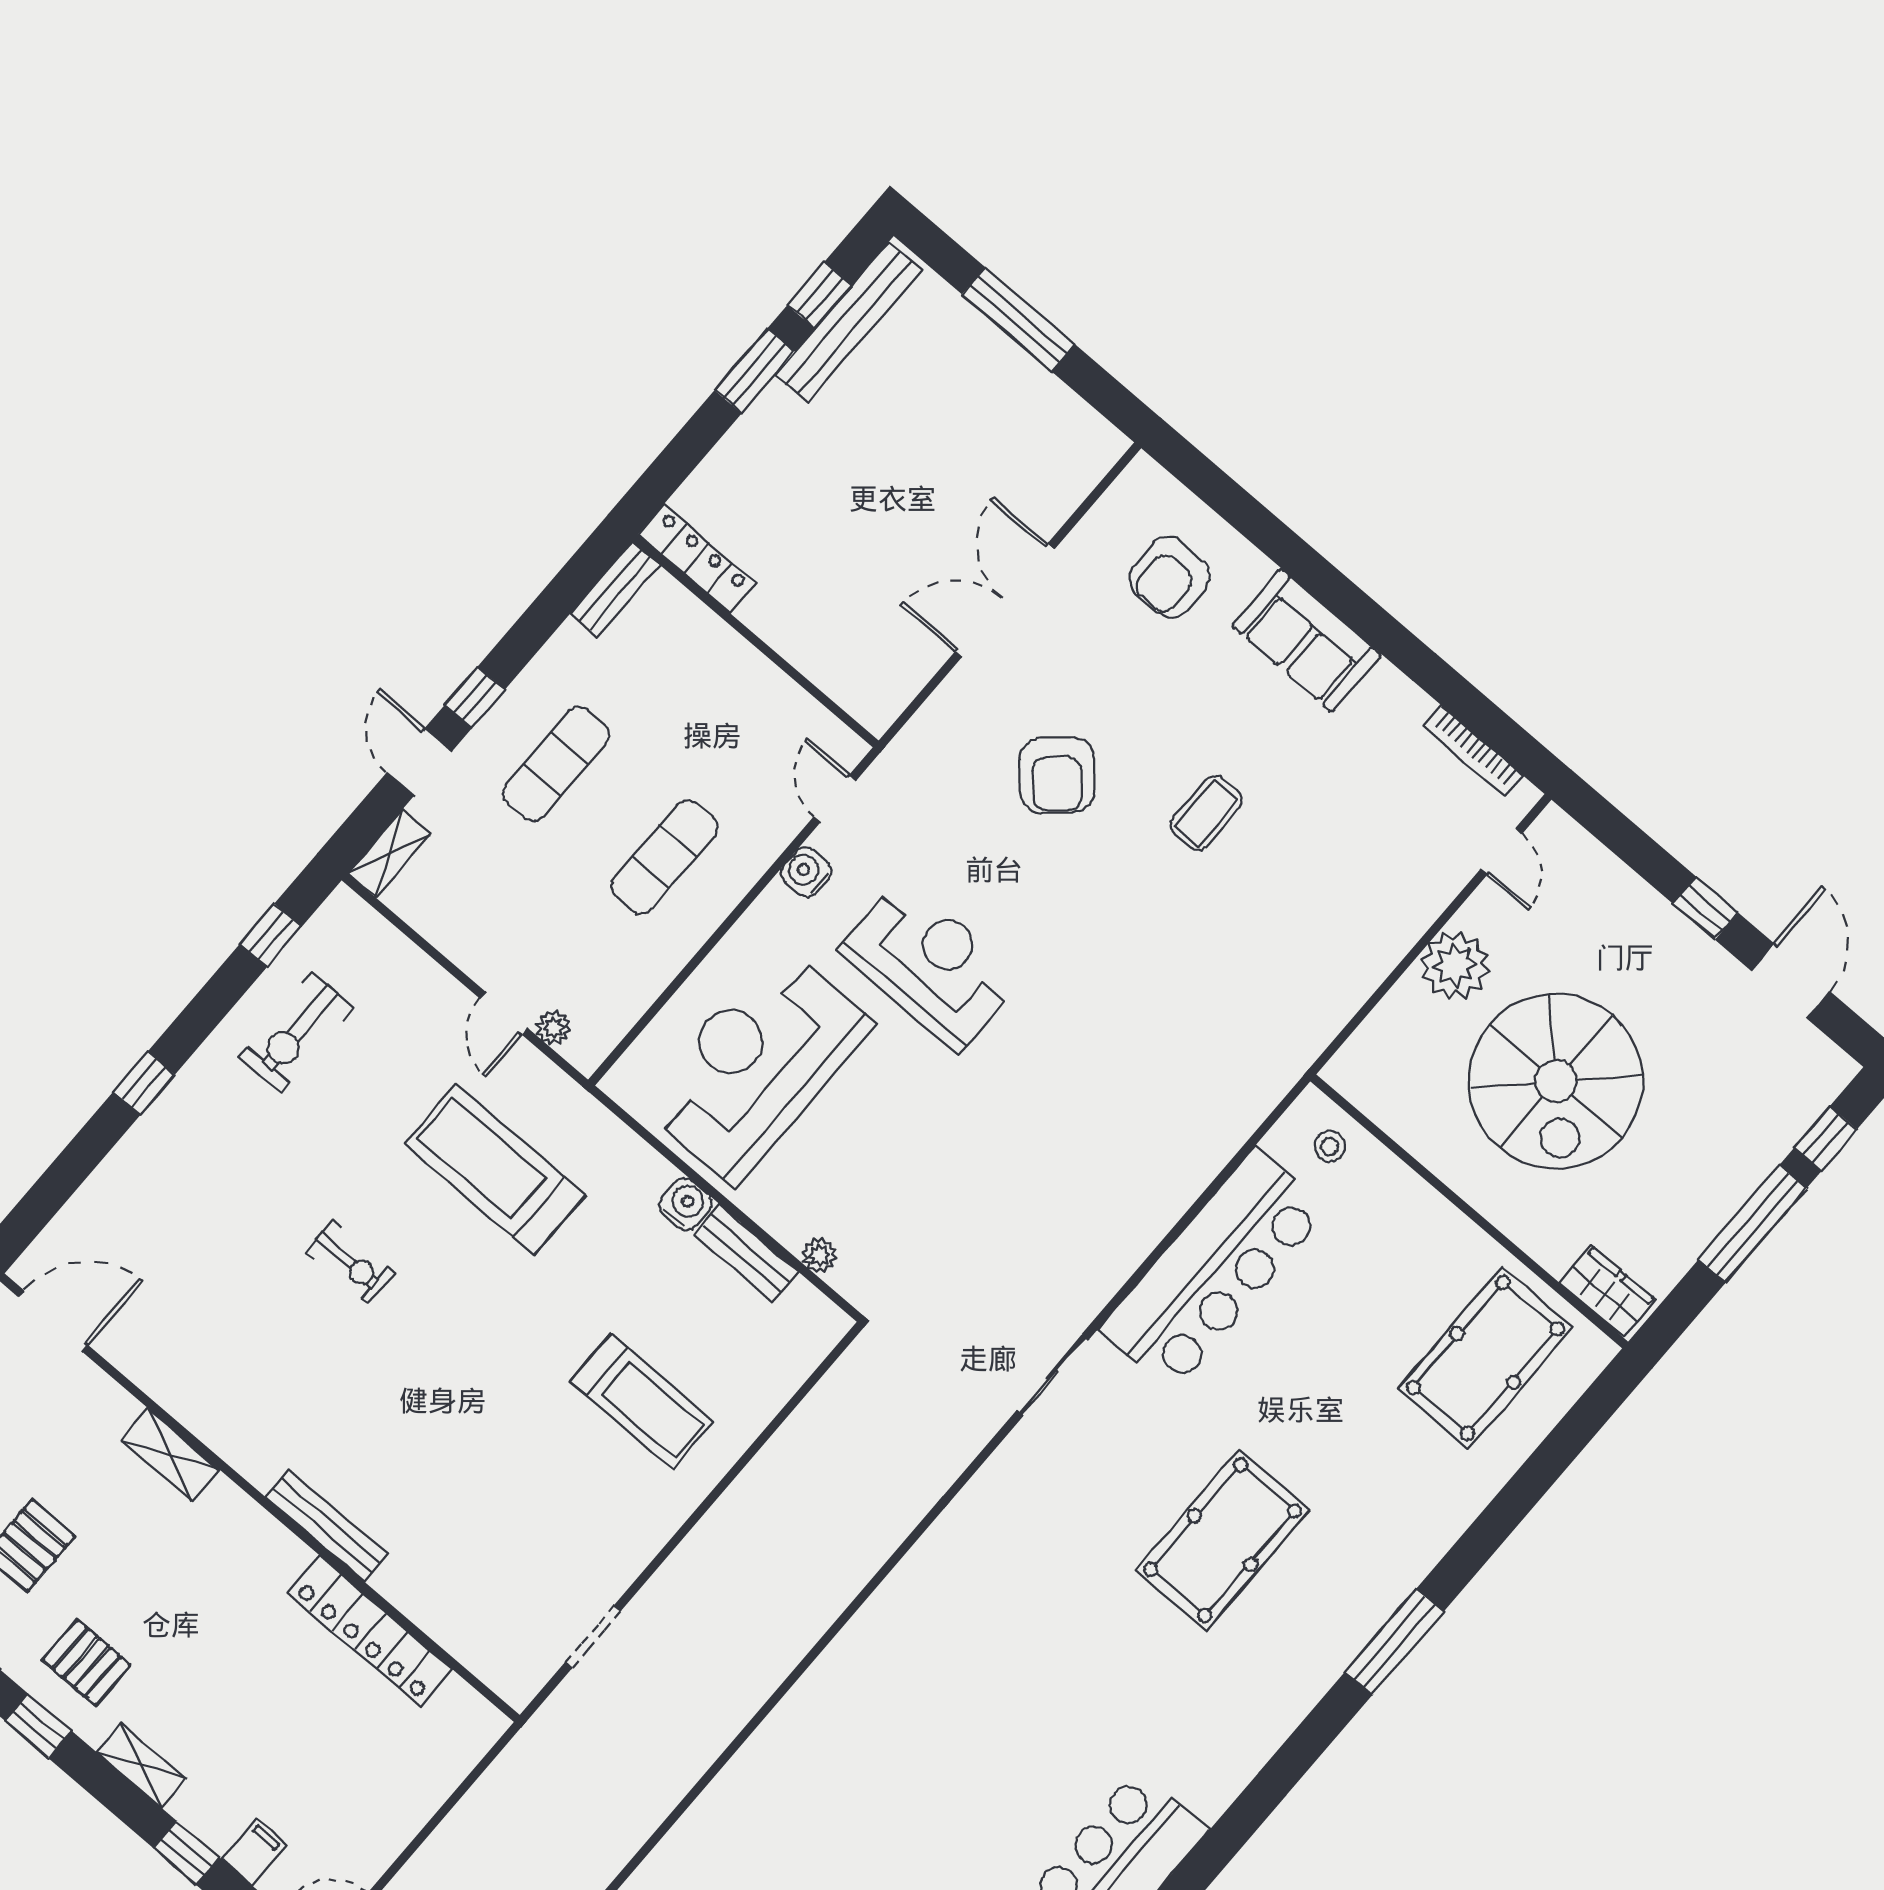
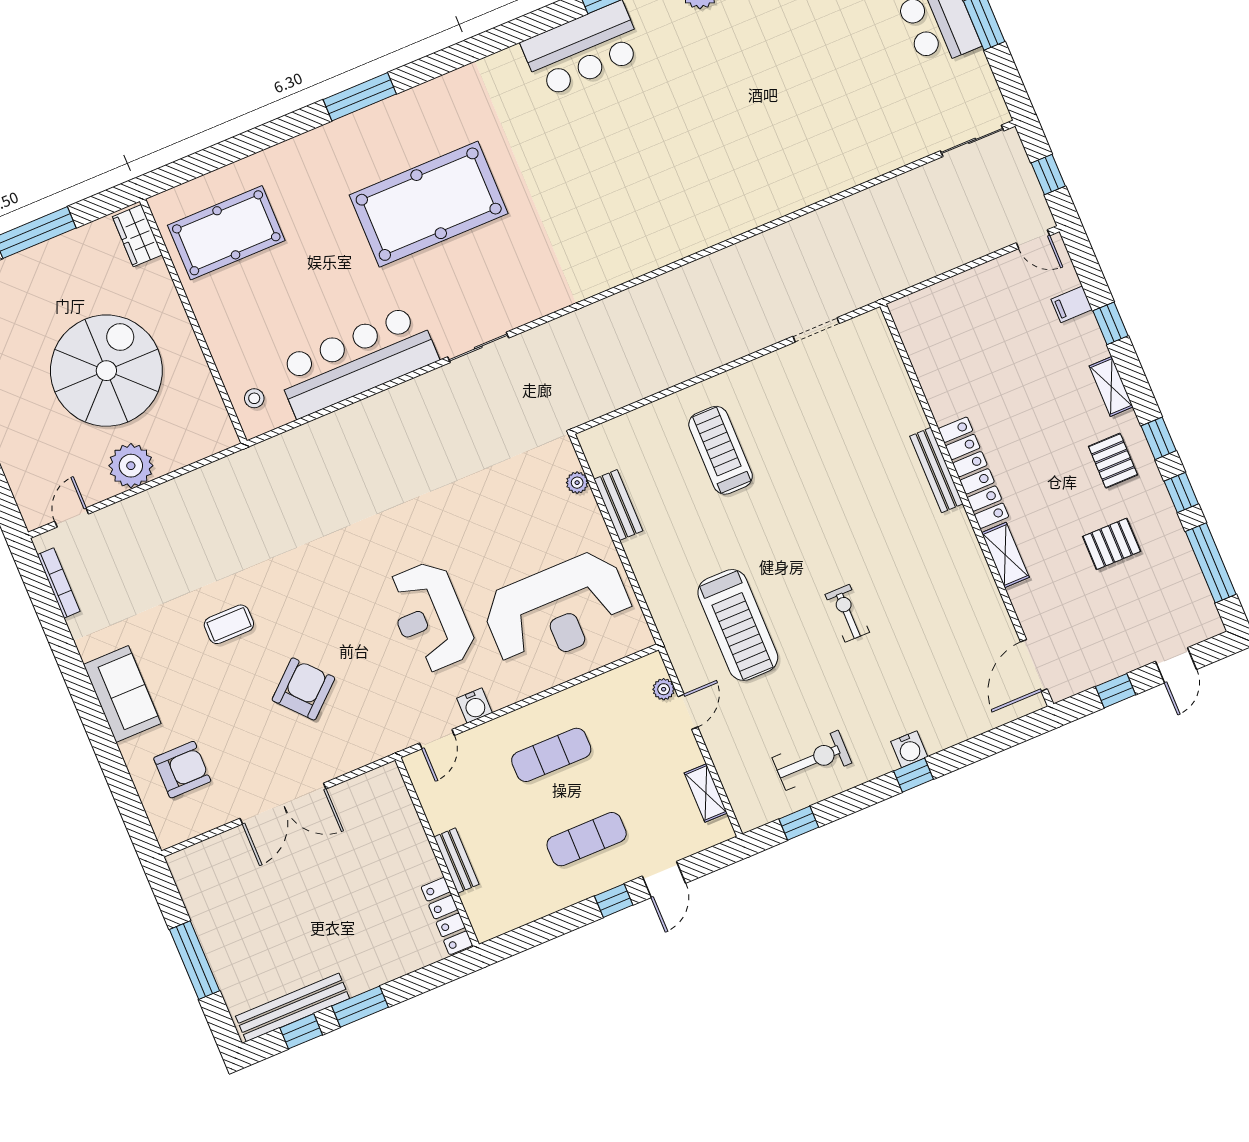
bench: (615, 589) -> (457, 861), moved, turned 90
shelving: (389, 854) -> (706, 793), moved, turned 90
water cooler: (685, 1204) -> (909, 749), moved, turned -90
door: (53, 1321) -> (1034, 665), hinge flipped
pool table: (1223, 1540) -> (429, 204), width x1.36, depth x1.32
locker: (370, 1631) -> (974, 473), moved

